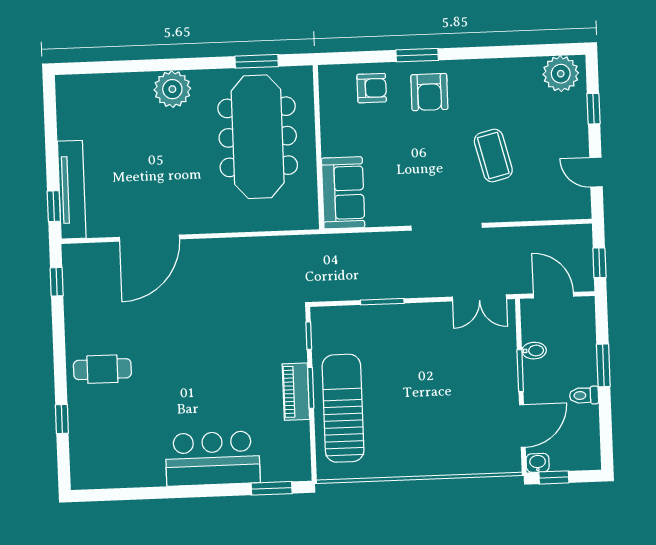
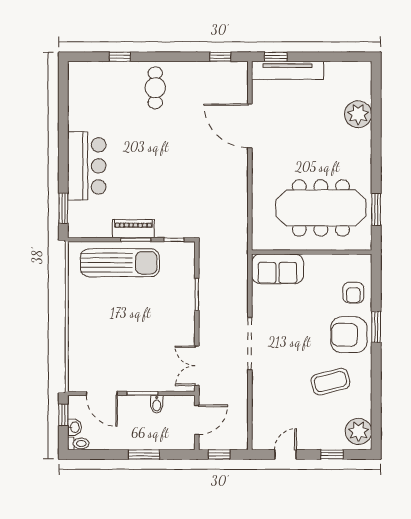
plant: (172, 89) -> (358, 114), moved
armchair: (429, 92) -> (349, 335), width x1.36, depth x1.36
coffee table: (493, 156) -> (331, 382), moved
toilet: (584, 395) -> (78, 443), moved, turned 90
washbasin: (538, 463) -> (74, 427), moved

